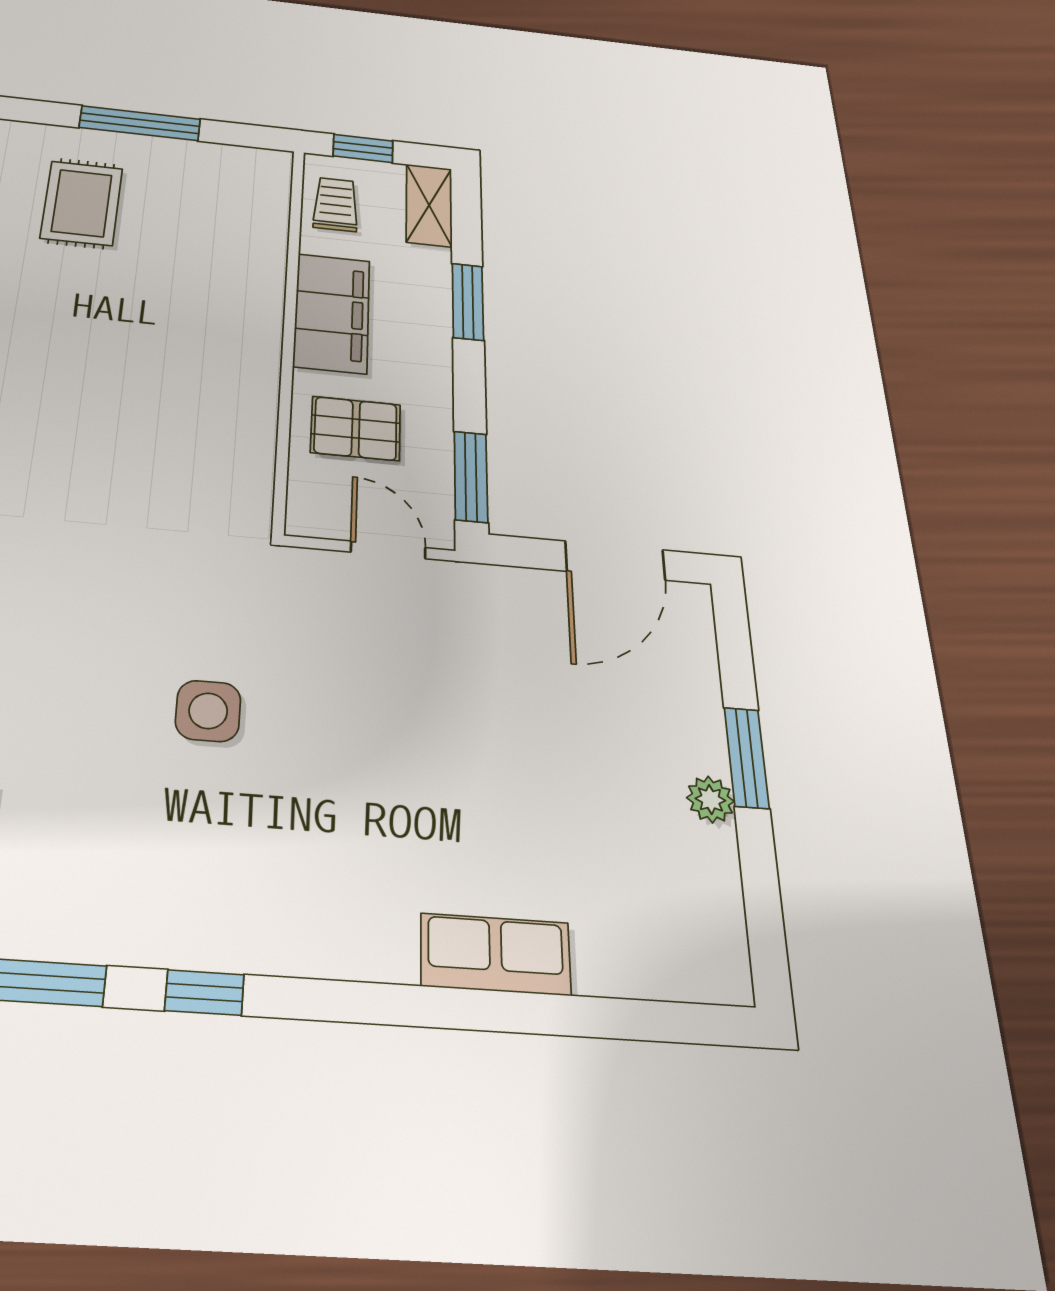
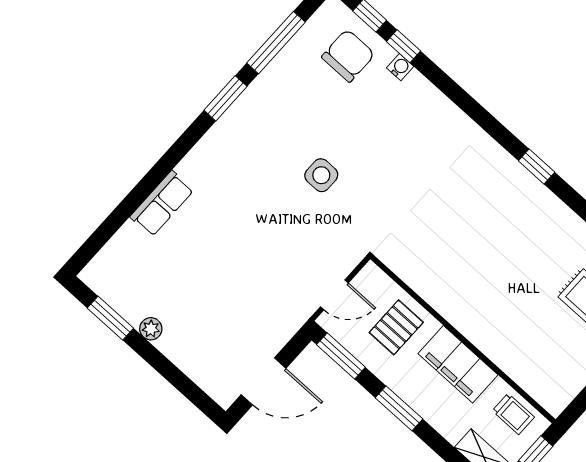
window: (468, 302) -> (399, 408), moved
door: (615, 561) -> (263, 381), swing flipped
window: (747, 758) -> (110, 318), moved
window: (204, 993) -> (226, 98), width x1.50

